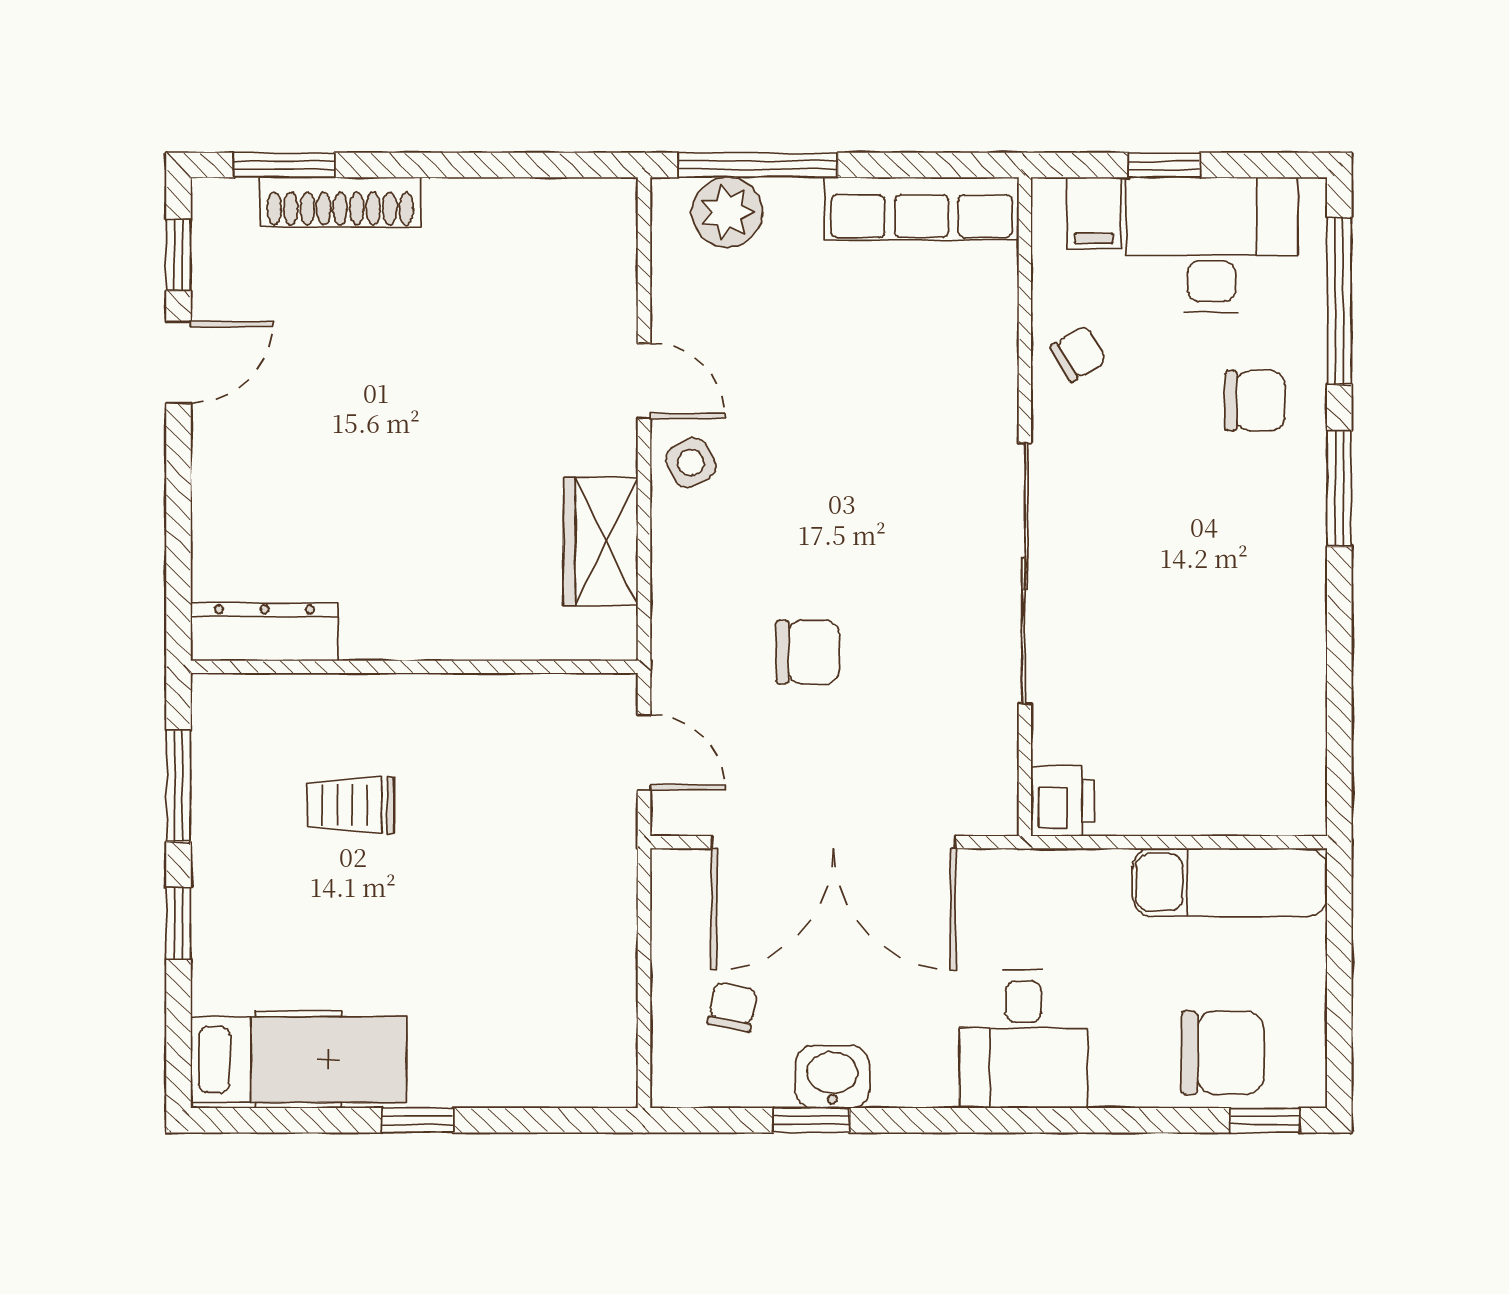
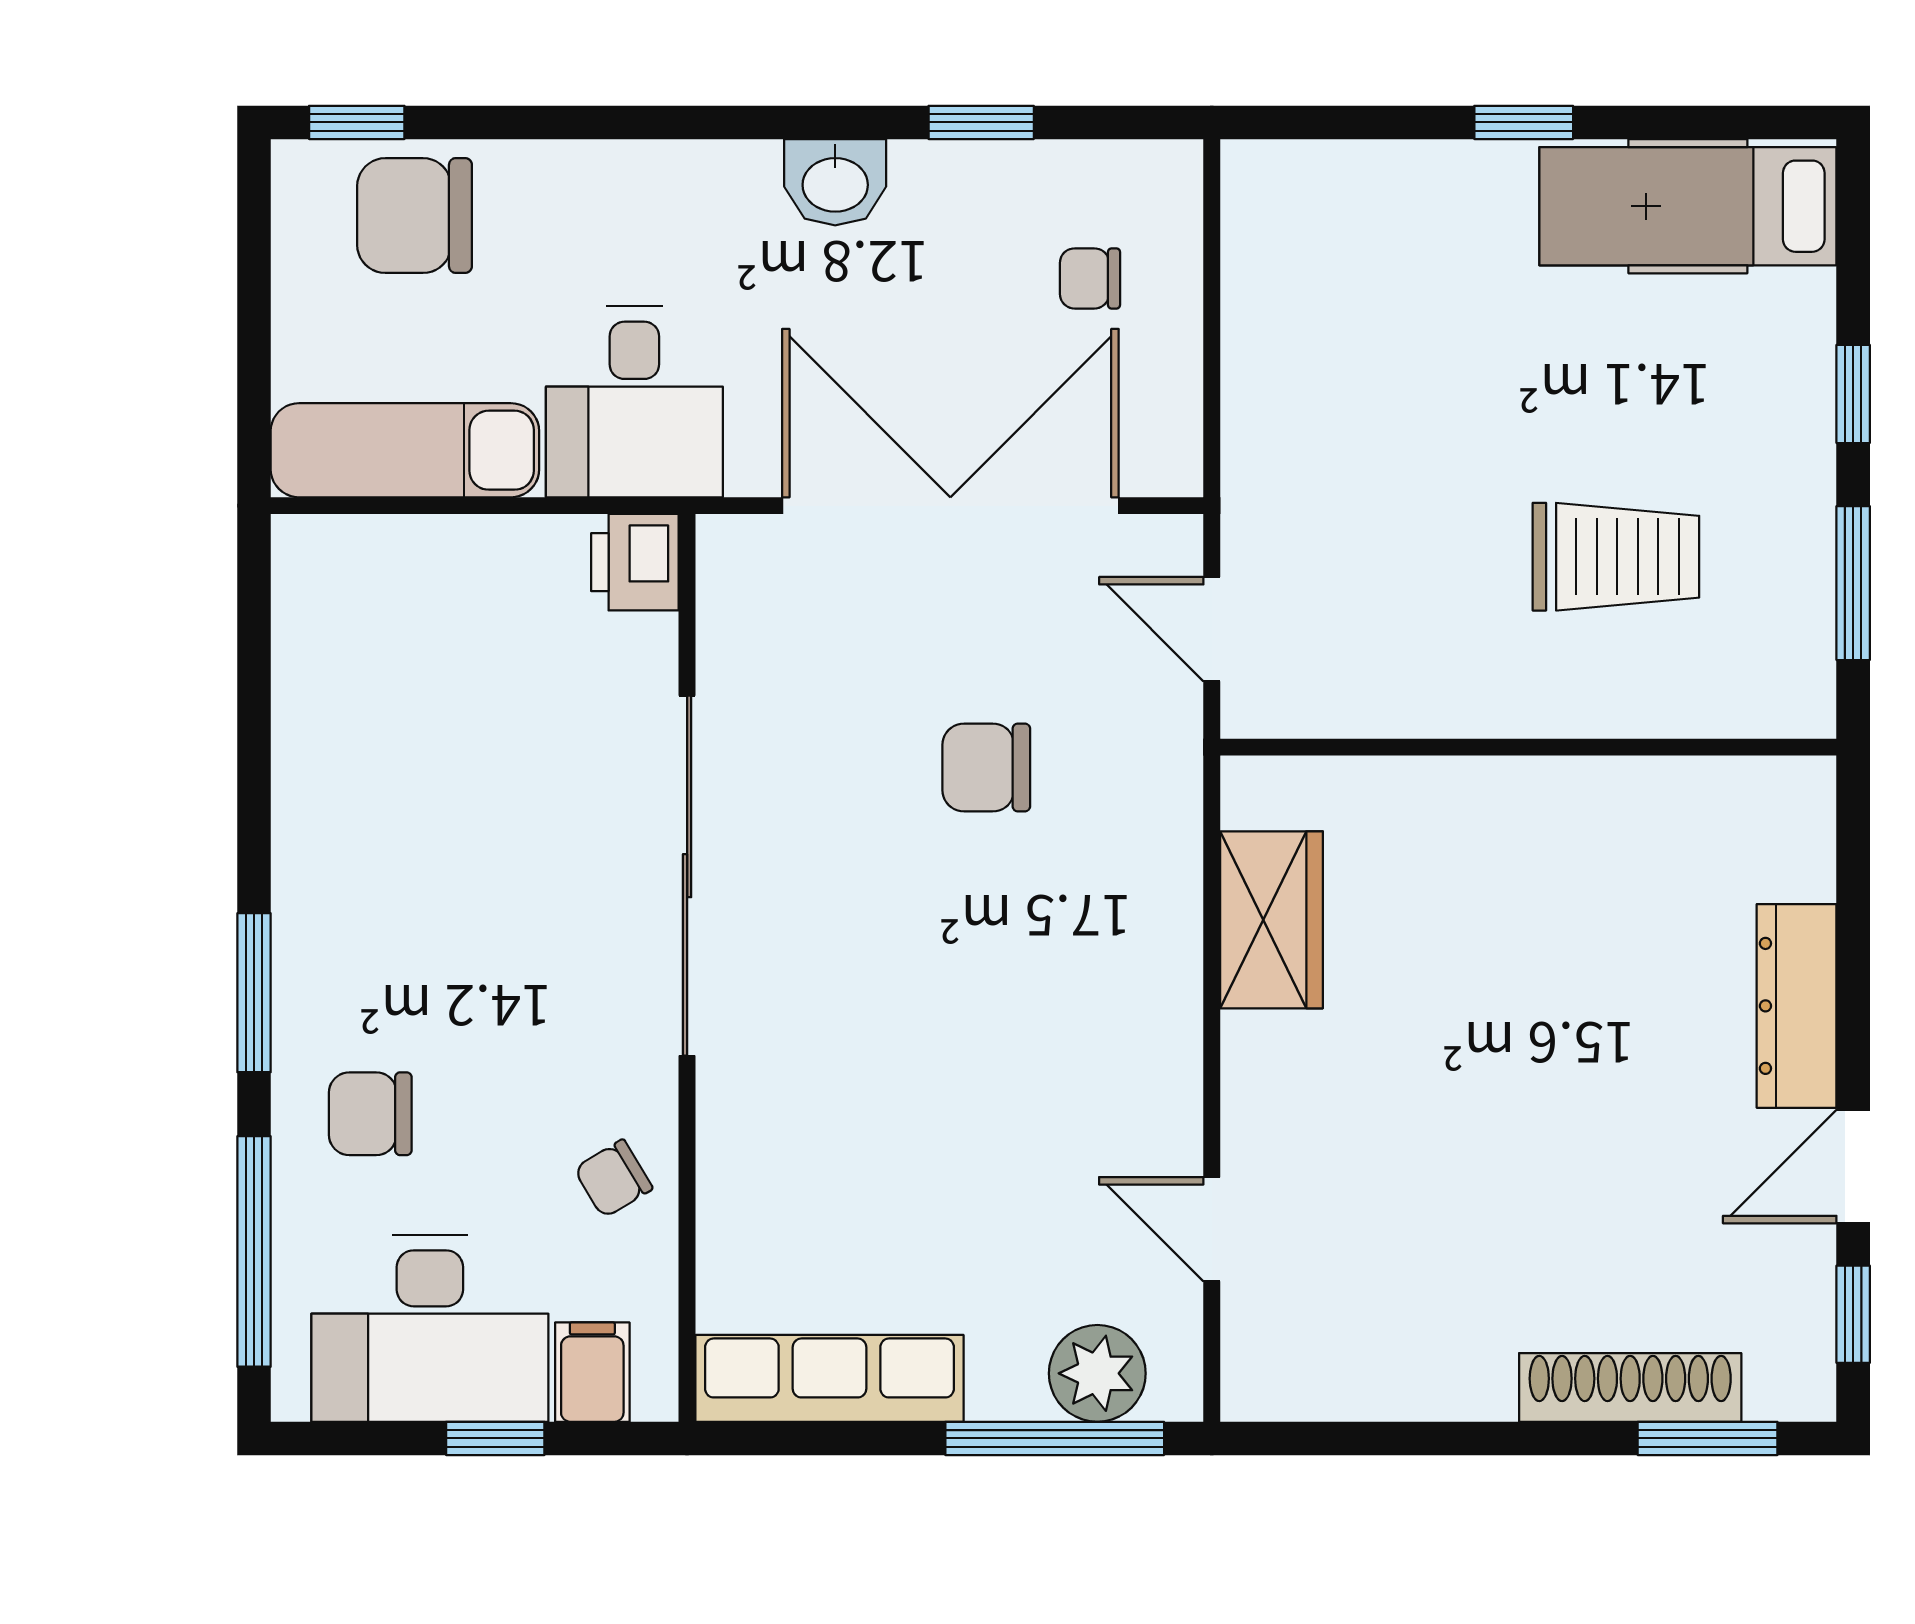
door: (644, 381) -> (1212, 1229), moved
side table: (691, 463) -> (1147, 1028), removed
dresser: (265, 632) -> (1797, 1006), moved, turned 90
trolley: (351, 805) -> (1616, 557), width x1.36, depth x1.39
chair: (732, 1007) -> (1090, 278), turned 79
desk: (1023, 1039) -> (634, 402), moved, turned 180
washbasin: (832, 1077) -> (835, 182), moved

